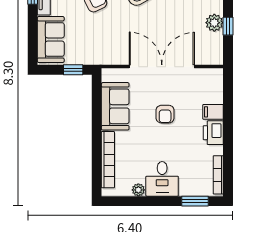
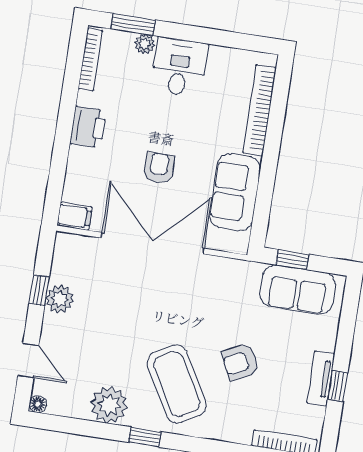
sofa: (51, 39) -> (298, 290), moved, turned -90
double door: (162, 67) -> (153, 243), swing flipped
filing cabinet: (213, 112) -> (74, 216), moved
plant: (138, 190) -> (145, 44), moved

